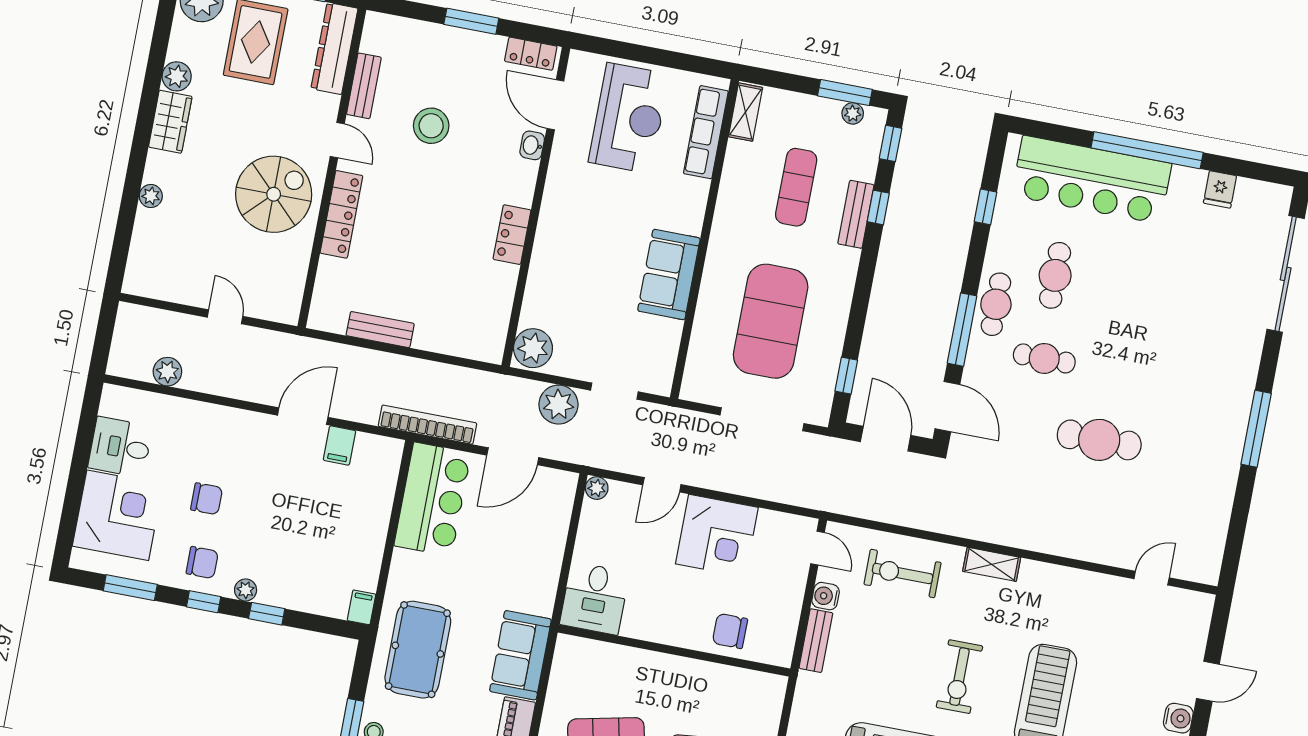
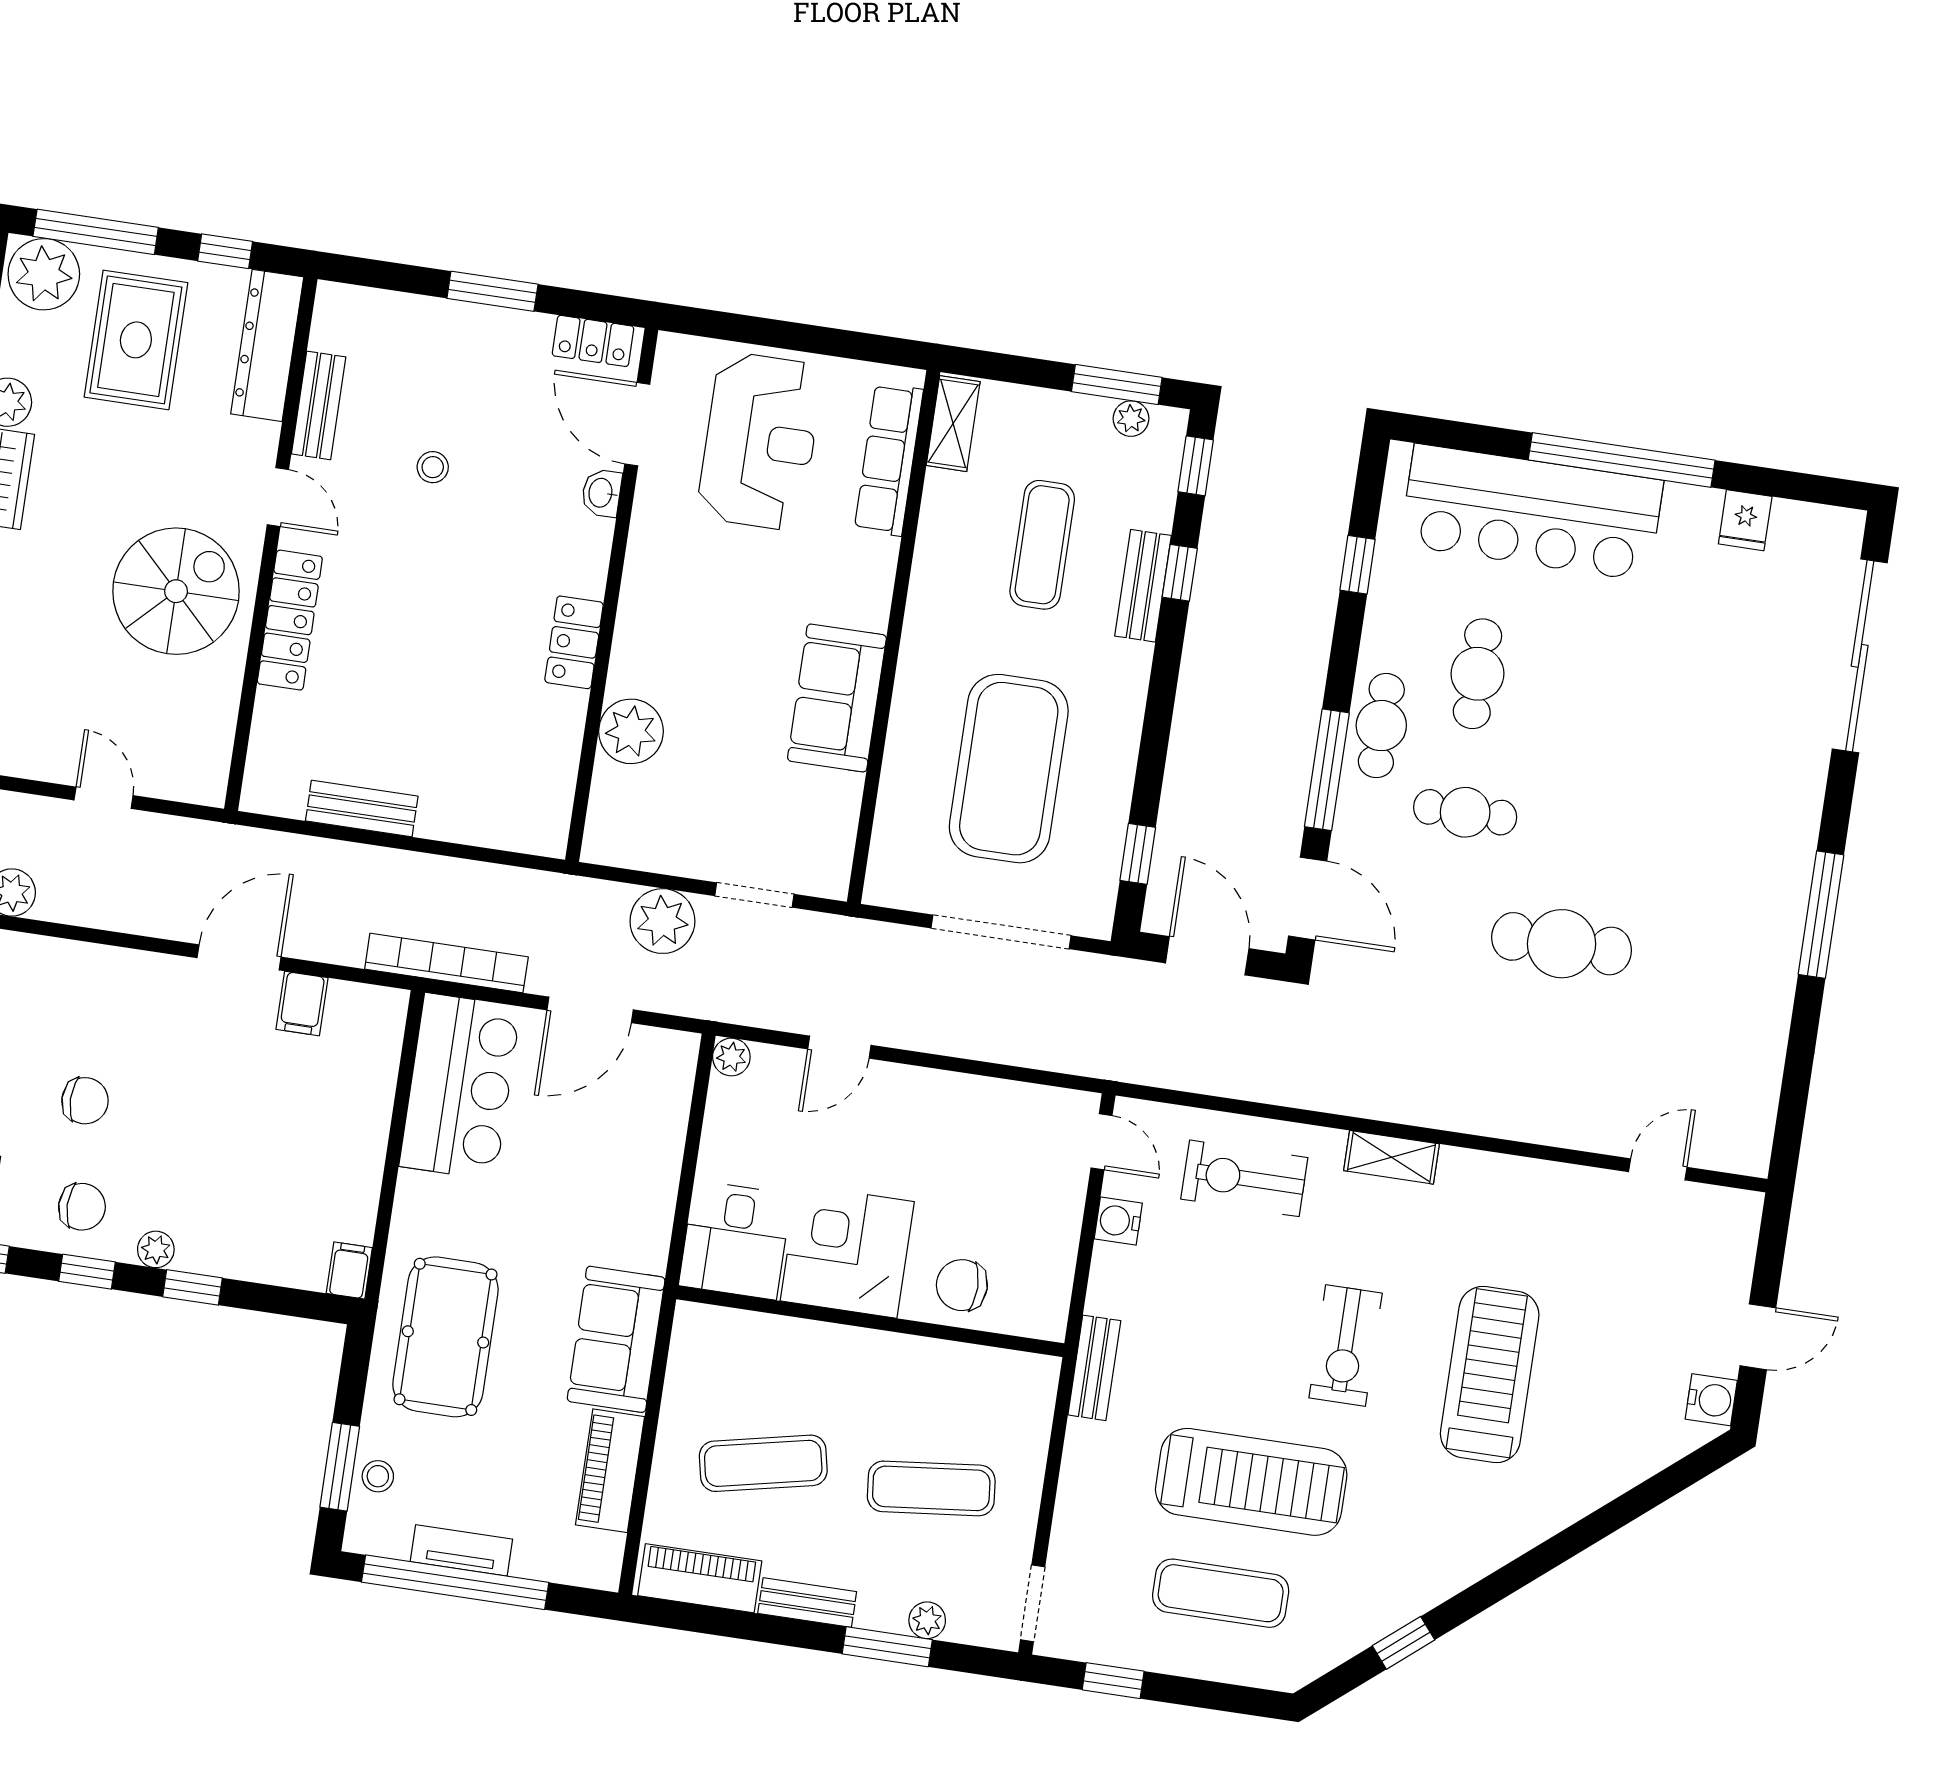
stool: (431, 126) -> (433, 467), width x0.53, depth x0.53
plant: (533, 348) -> (631, 731), moved
corner desk: (717, 536) -> (847, 1251), moved, turned 180
bench: (816, 641) -> (1094, 1368), moved

